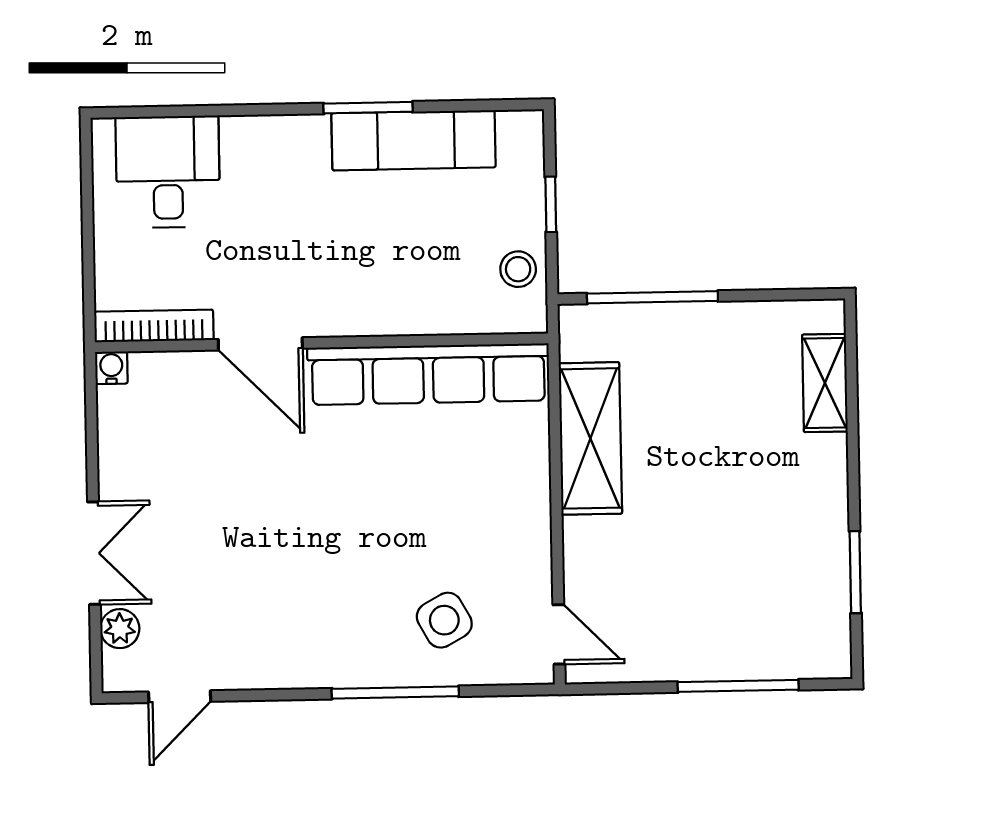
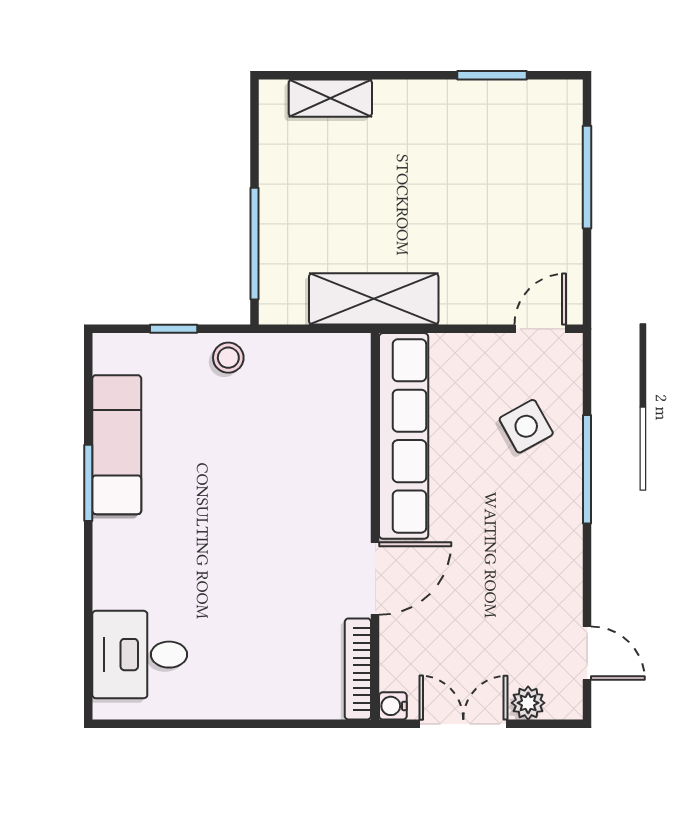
bookcase: (154, 326) -> (358, 669), moved
wall: (322, 343) -> (375, 526), moved
door: (260, 344) -> (375, 579), moved
water cooler: (111, 368) -> (393, 706), moved
row of seats: (428, 374) -> (404, 436), moved

